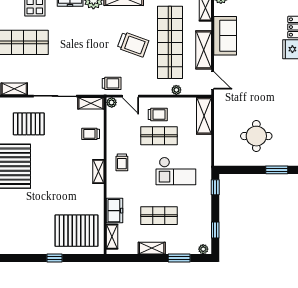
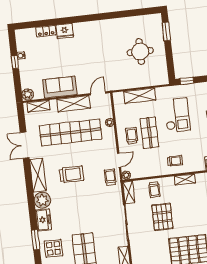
trolley: (133, 44) -> (71, 174), moved, turned 70
shelving: (204, 116) -> (140, 96), moved
pallet: (29, 124) -> (162, 217), moved

